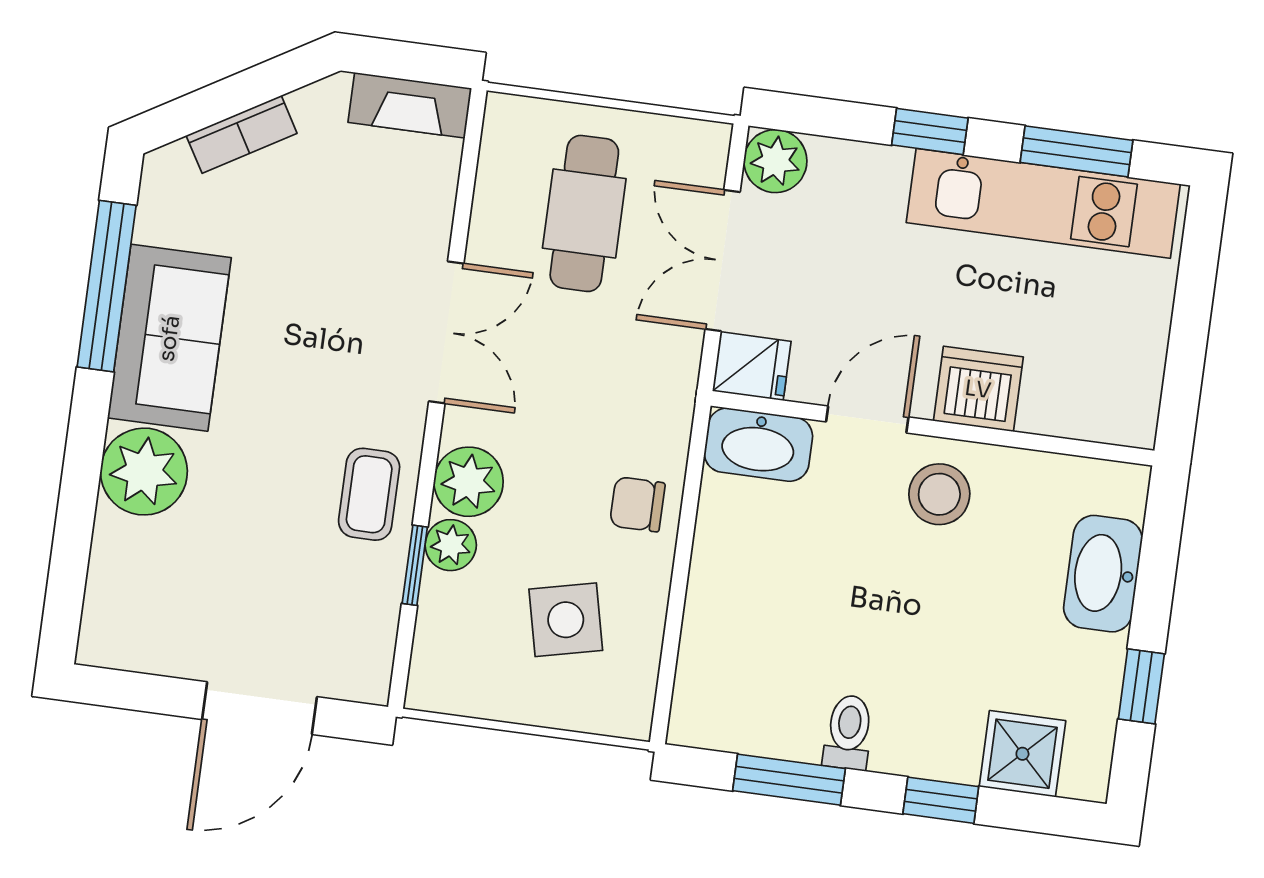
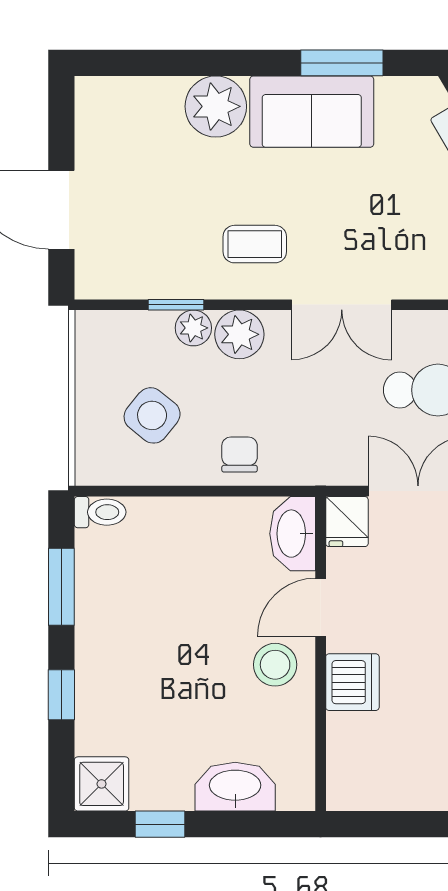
window: (107, 286) -> (342, 63), width x0.69
door: (867, 419) -> (321, 607), swing flipped
coffee table: (369, 494) -> (255, 244), moved
side table: (566, 620) -> (152, 415), turned -38
toilet: (848, 732) -> (100, 512), moved
shower: (1022, 754) -> (102, 784), moved

